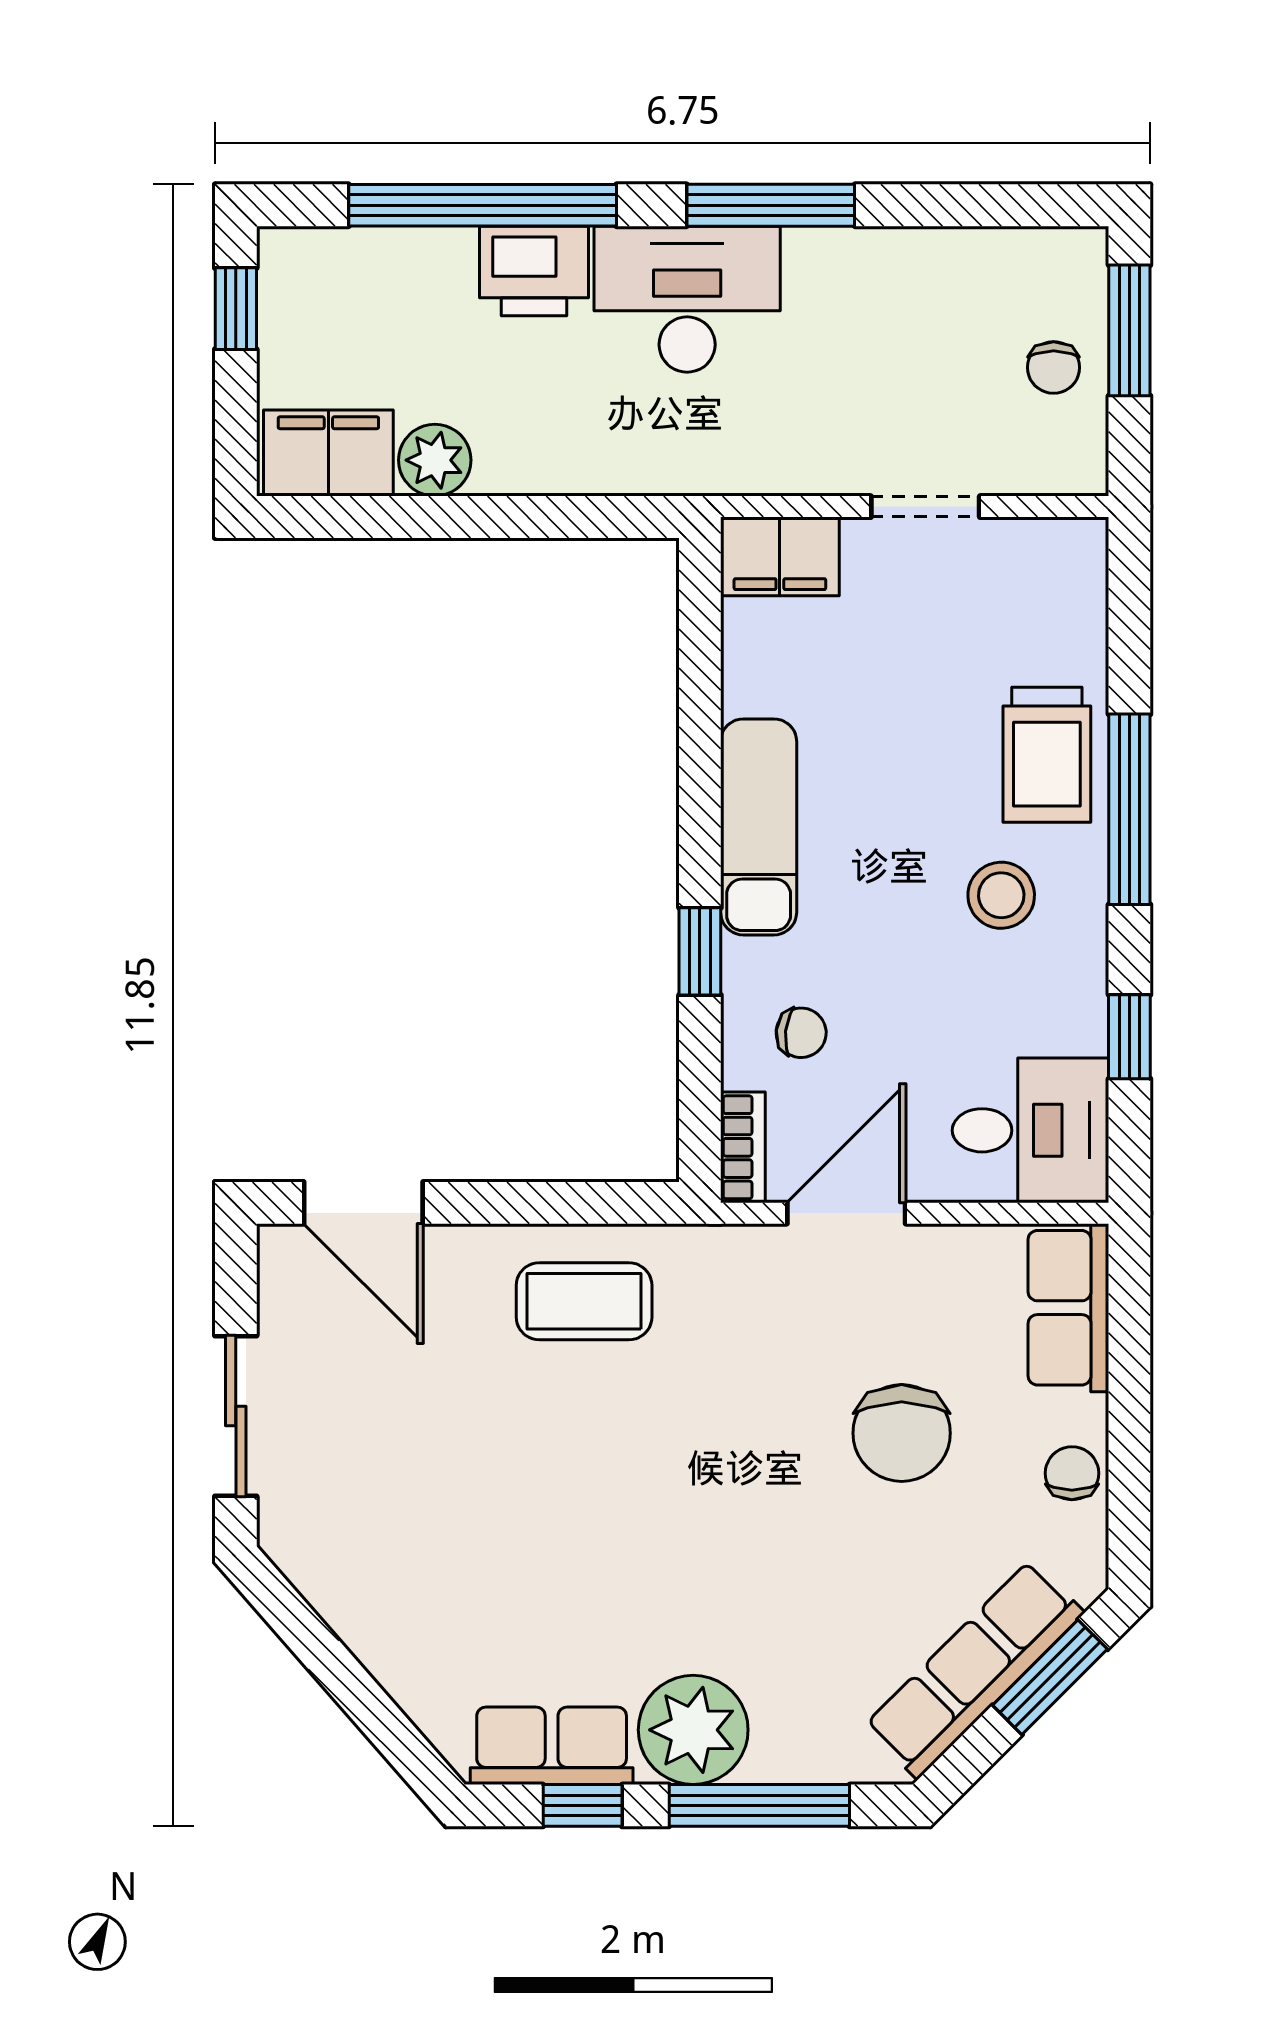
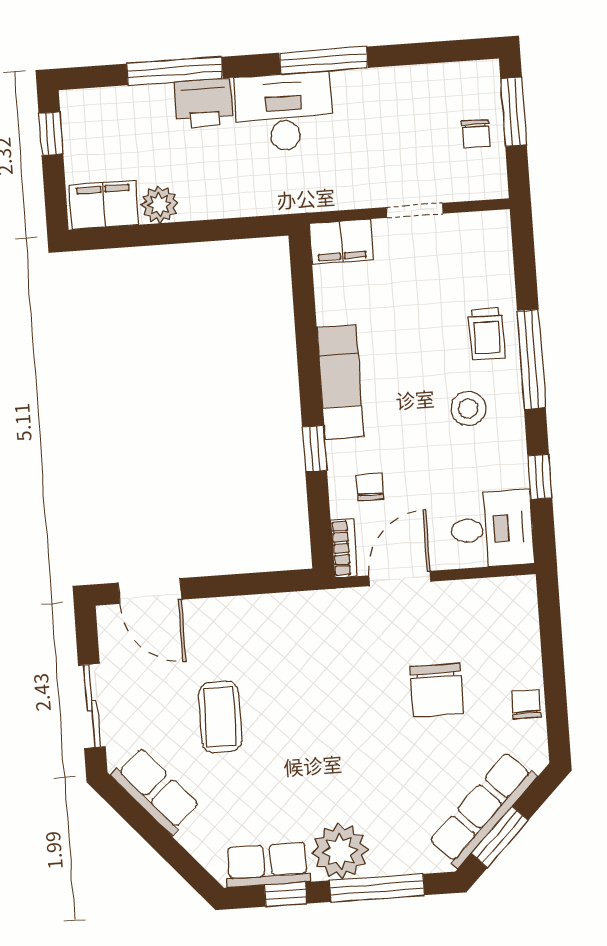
window: (483, 205) -> (175, 71), width x0.68
trolley: (1047, 755) -> (487, 334), width x0.73, depth x0.72
chair: (801, 1033) -> (370, 487), turned -96
coffee table: (584, 1301) -> (220, 717), moved, turned 90
row of seats: (1068, 1308) -> (156, 791), moved, turned 139
window: (1050, 1677) -> (500, 837), moved

